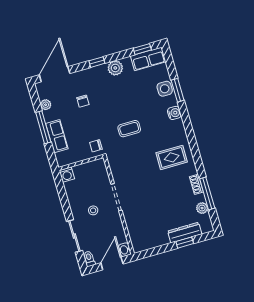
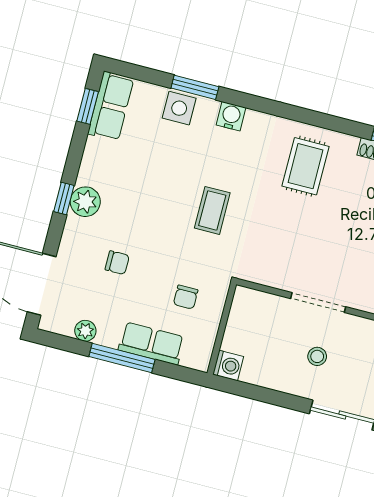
plant: (115, 68) -> (85, 202), moved
chair: (96, 146) -> (186, 297), moved

